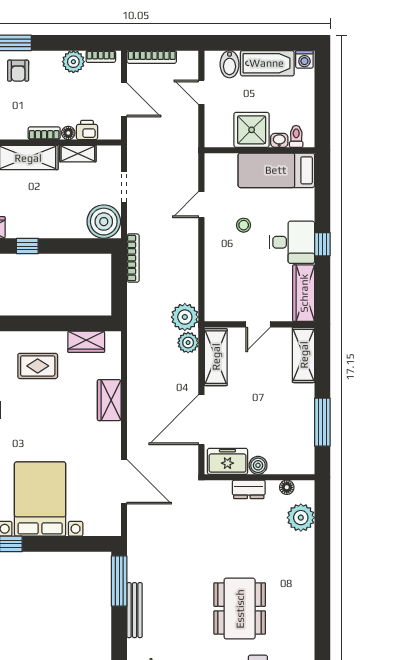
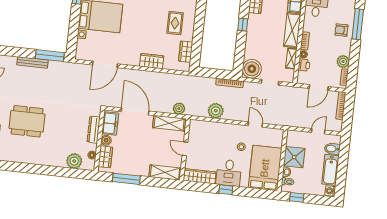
window: (322, 117) -> (297, 197), added
bed: (276, 170) -> (265, 168), width x1.50
plant: (185, 317) -> (216, 111), moved
wardrobe: (287, 463) -> (105, 157), added
dresser: (249, 489) -> (94, 130), width x1.44

